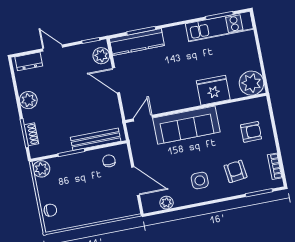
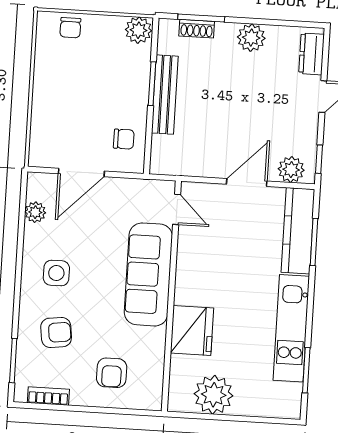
kitchen unit: (219, 27) -> (291, 328), moved
plant: (251, 83) -> (214, 395), moved
bench: (96, 139) -> (165, 95), moved

